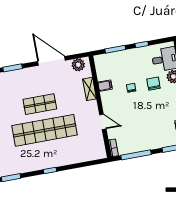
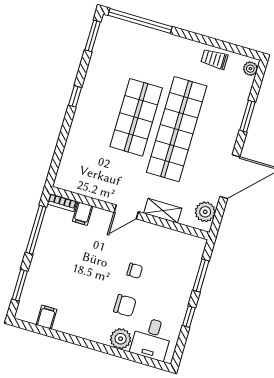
filing cabinet: (105, 86) -> (83, 214), moved
shop shelf: (40, 104) -> (177, 129), width x2.00, depth x1.36
door: (103, 122) -> (126, 212), moved
shop shelf: (45, 130) -> (136, 117), width x0.71

